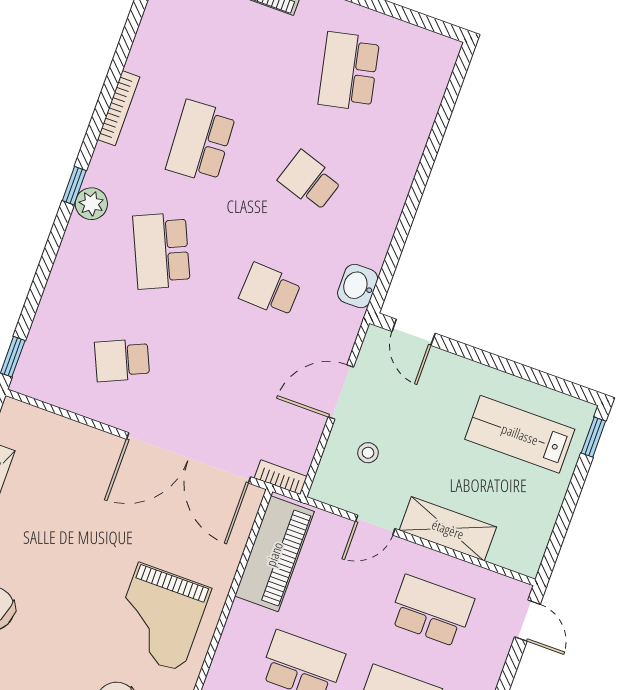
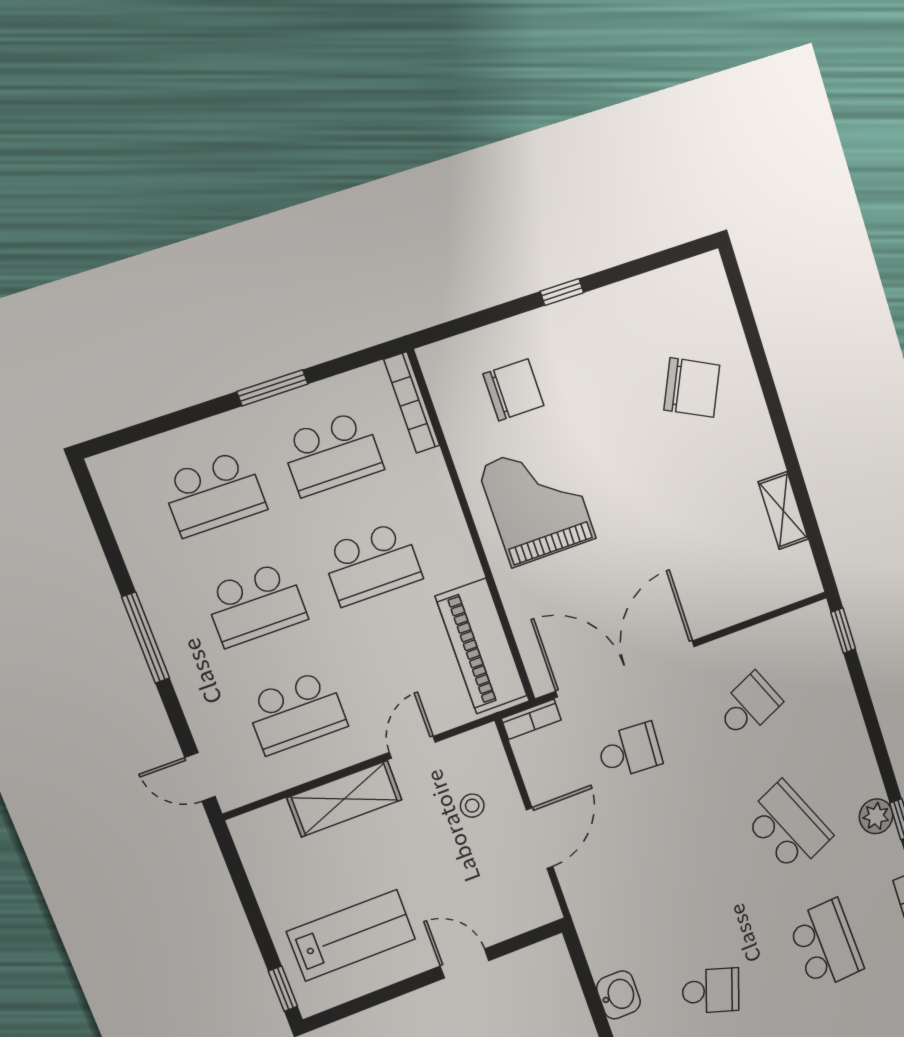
washbasin: (358, 286) -> (618, 995), moved
school desk: (270, 290) -> (630, 751), moved
door: (414, 332) -> (465, 963), moved

